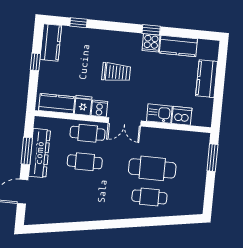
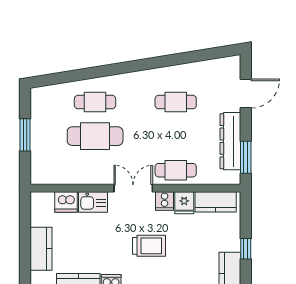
trolley: (116, 72) -> (149, 246), turned 180
window: (27, 151) -> (246, 157), moved
window: (212, 158) -> (25, 135), moved
cafe table: (85, 162) -> (176, 102), moved

